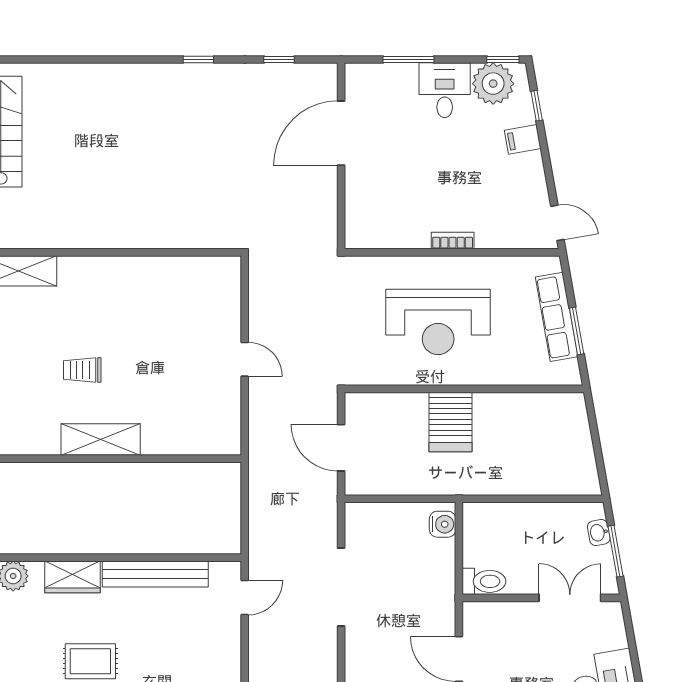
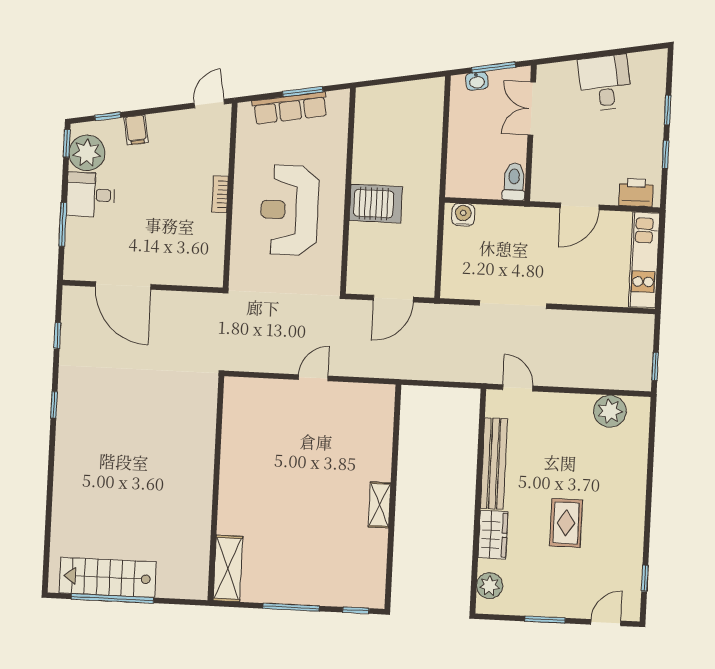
reception desk: (438, 322) -> (289, 210), turned 180
trolley: (82, 370) -> (316, 518), removed
shelving: (101, 440) -> (380, 505), width x0.67, depth x0.75

